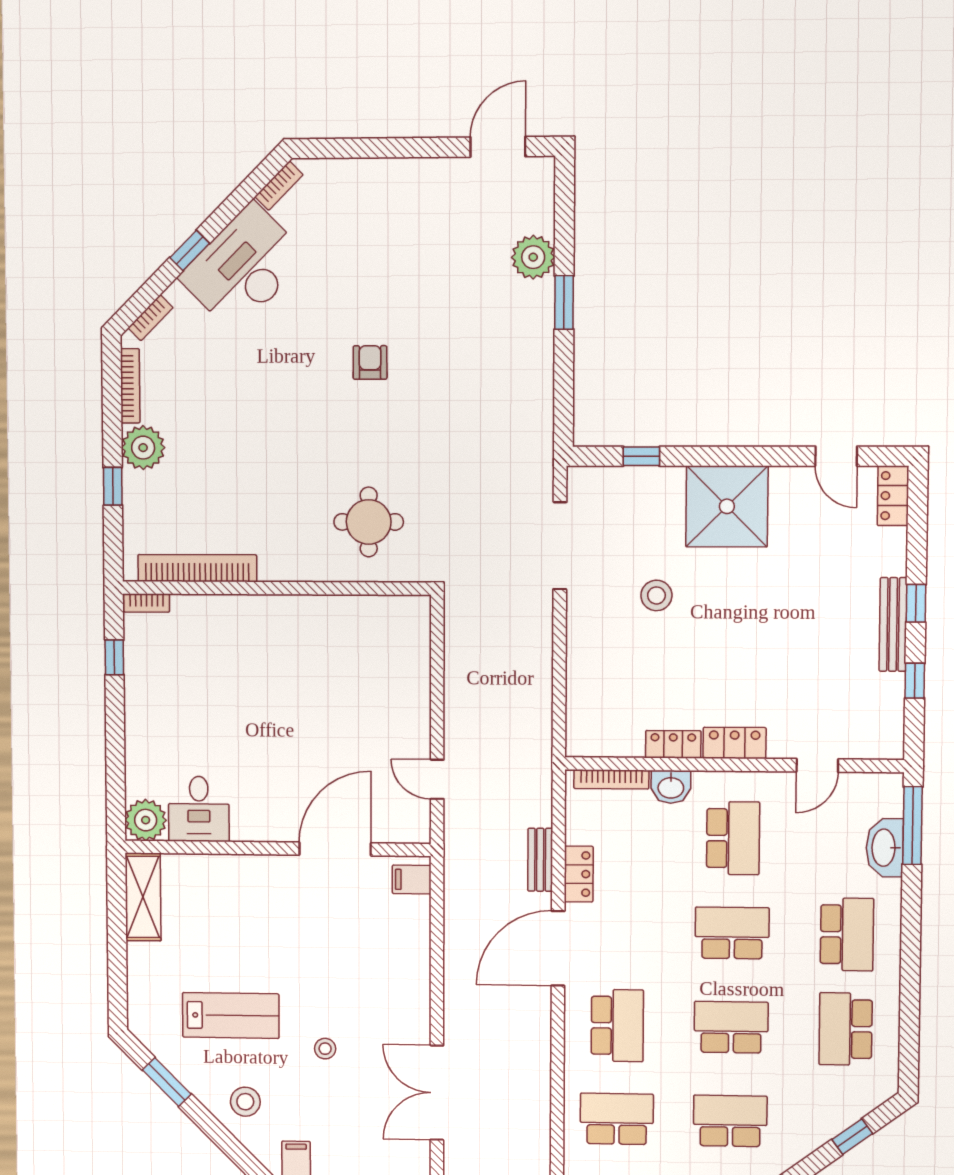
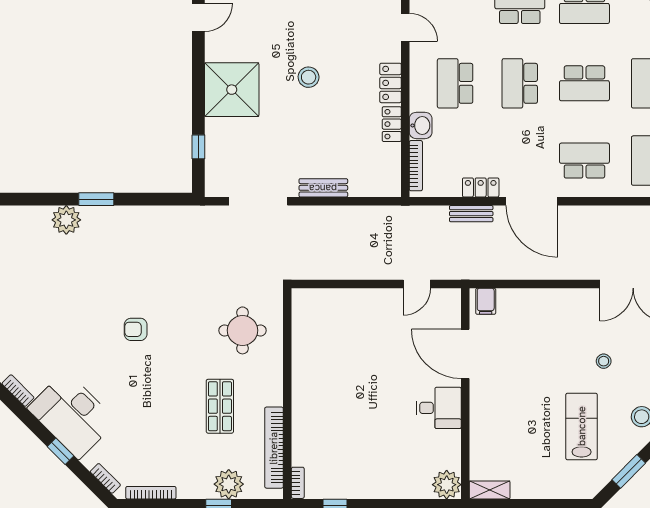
plant: (143, 448) -> (229, 484), moved
shop shelf: (257, 488) -> (220, 406), added
stool: (656, 595) -> (309, 77), moved
bench: (579, 643) -> (323, 188), added
desk: (199, 809) -> (439, 408), moved
school desk: (733, 838) -> (455, 83), turned -90
shelving: (143, 897) -> (490, 490), width x0.67, depth x0.75
school desk: (731, 1027) -> (584, 83), turned -90

